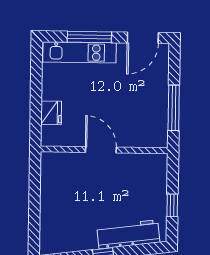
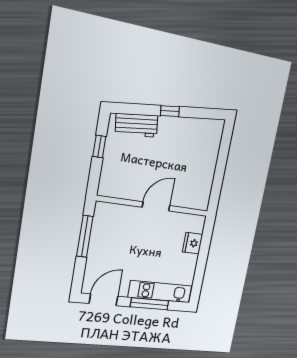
door: (101, 150) -> (156, 206), swing flipped
workbench: (128, 234) -> (137, 125), width x0.73

